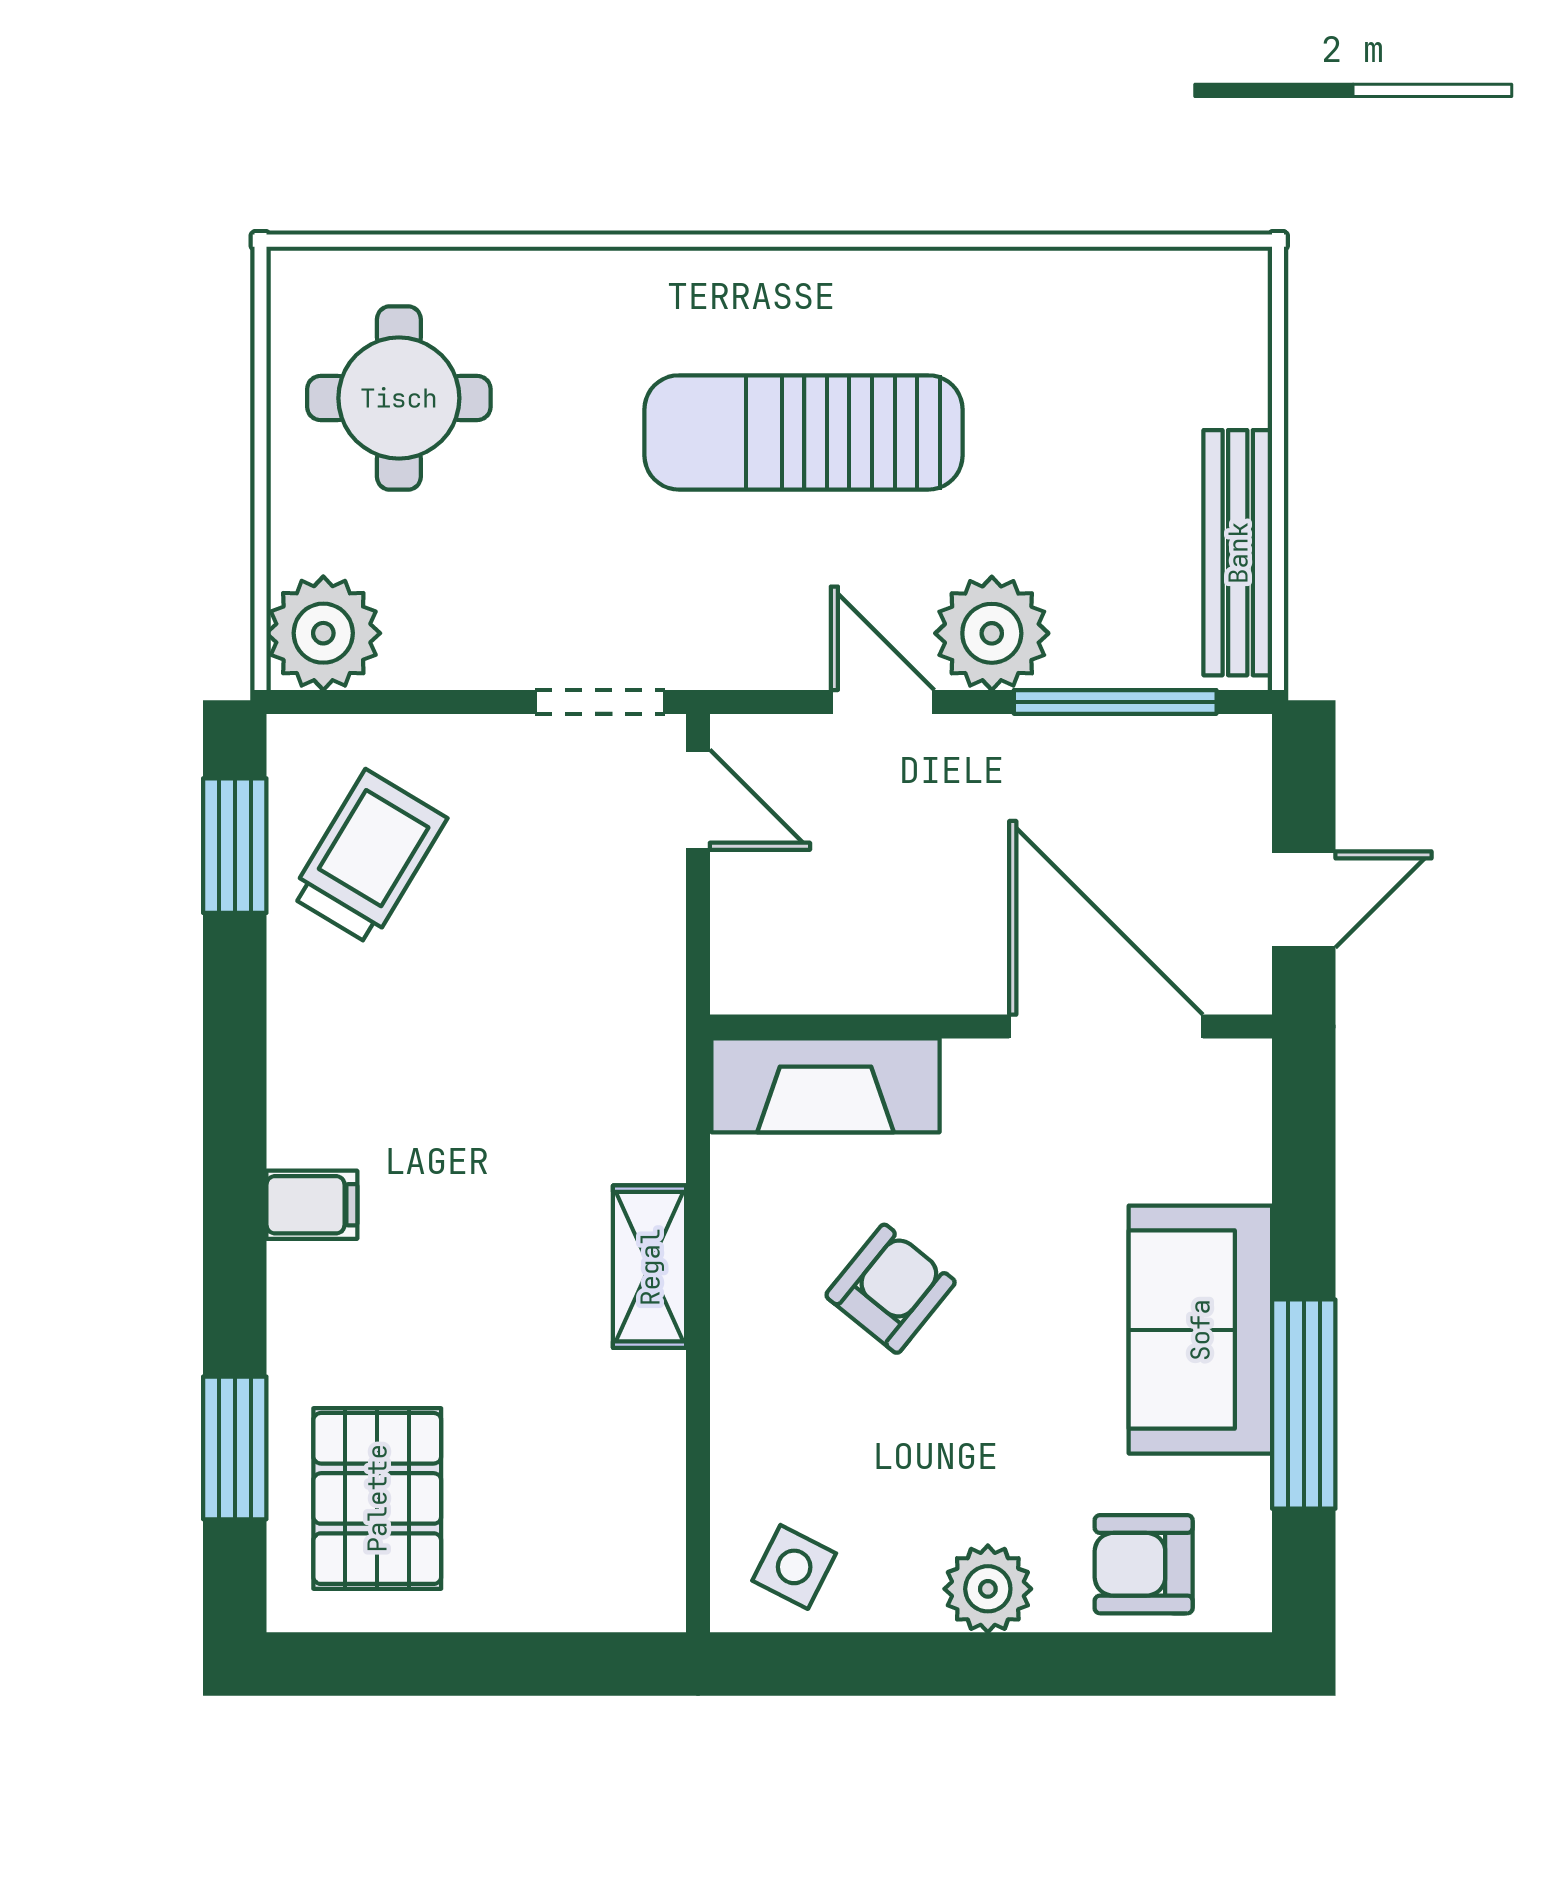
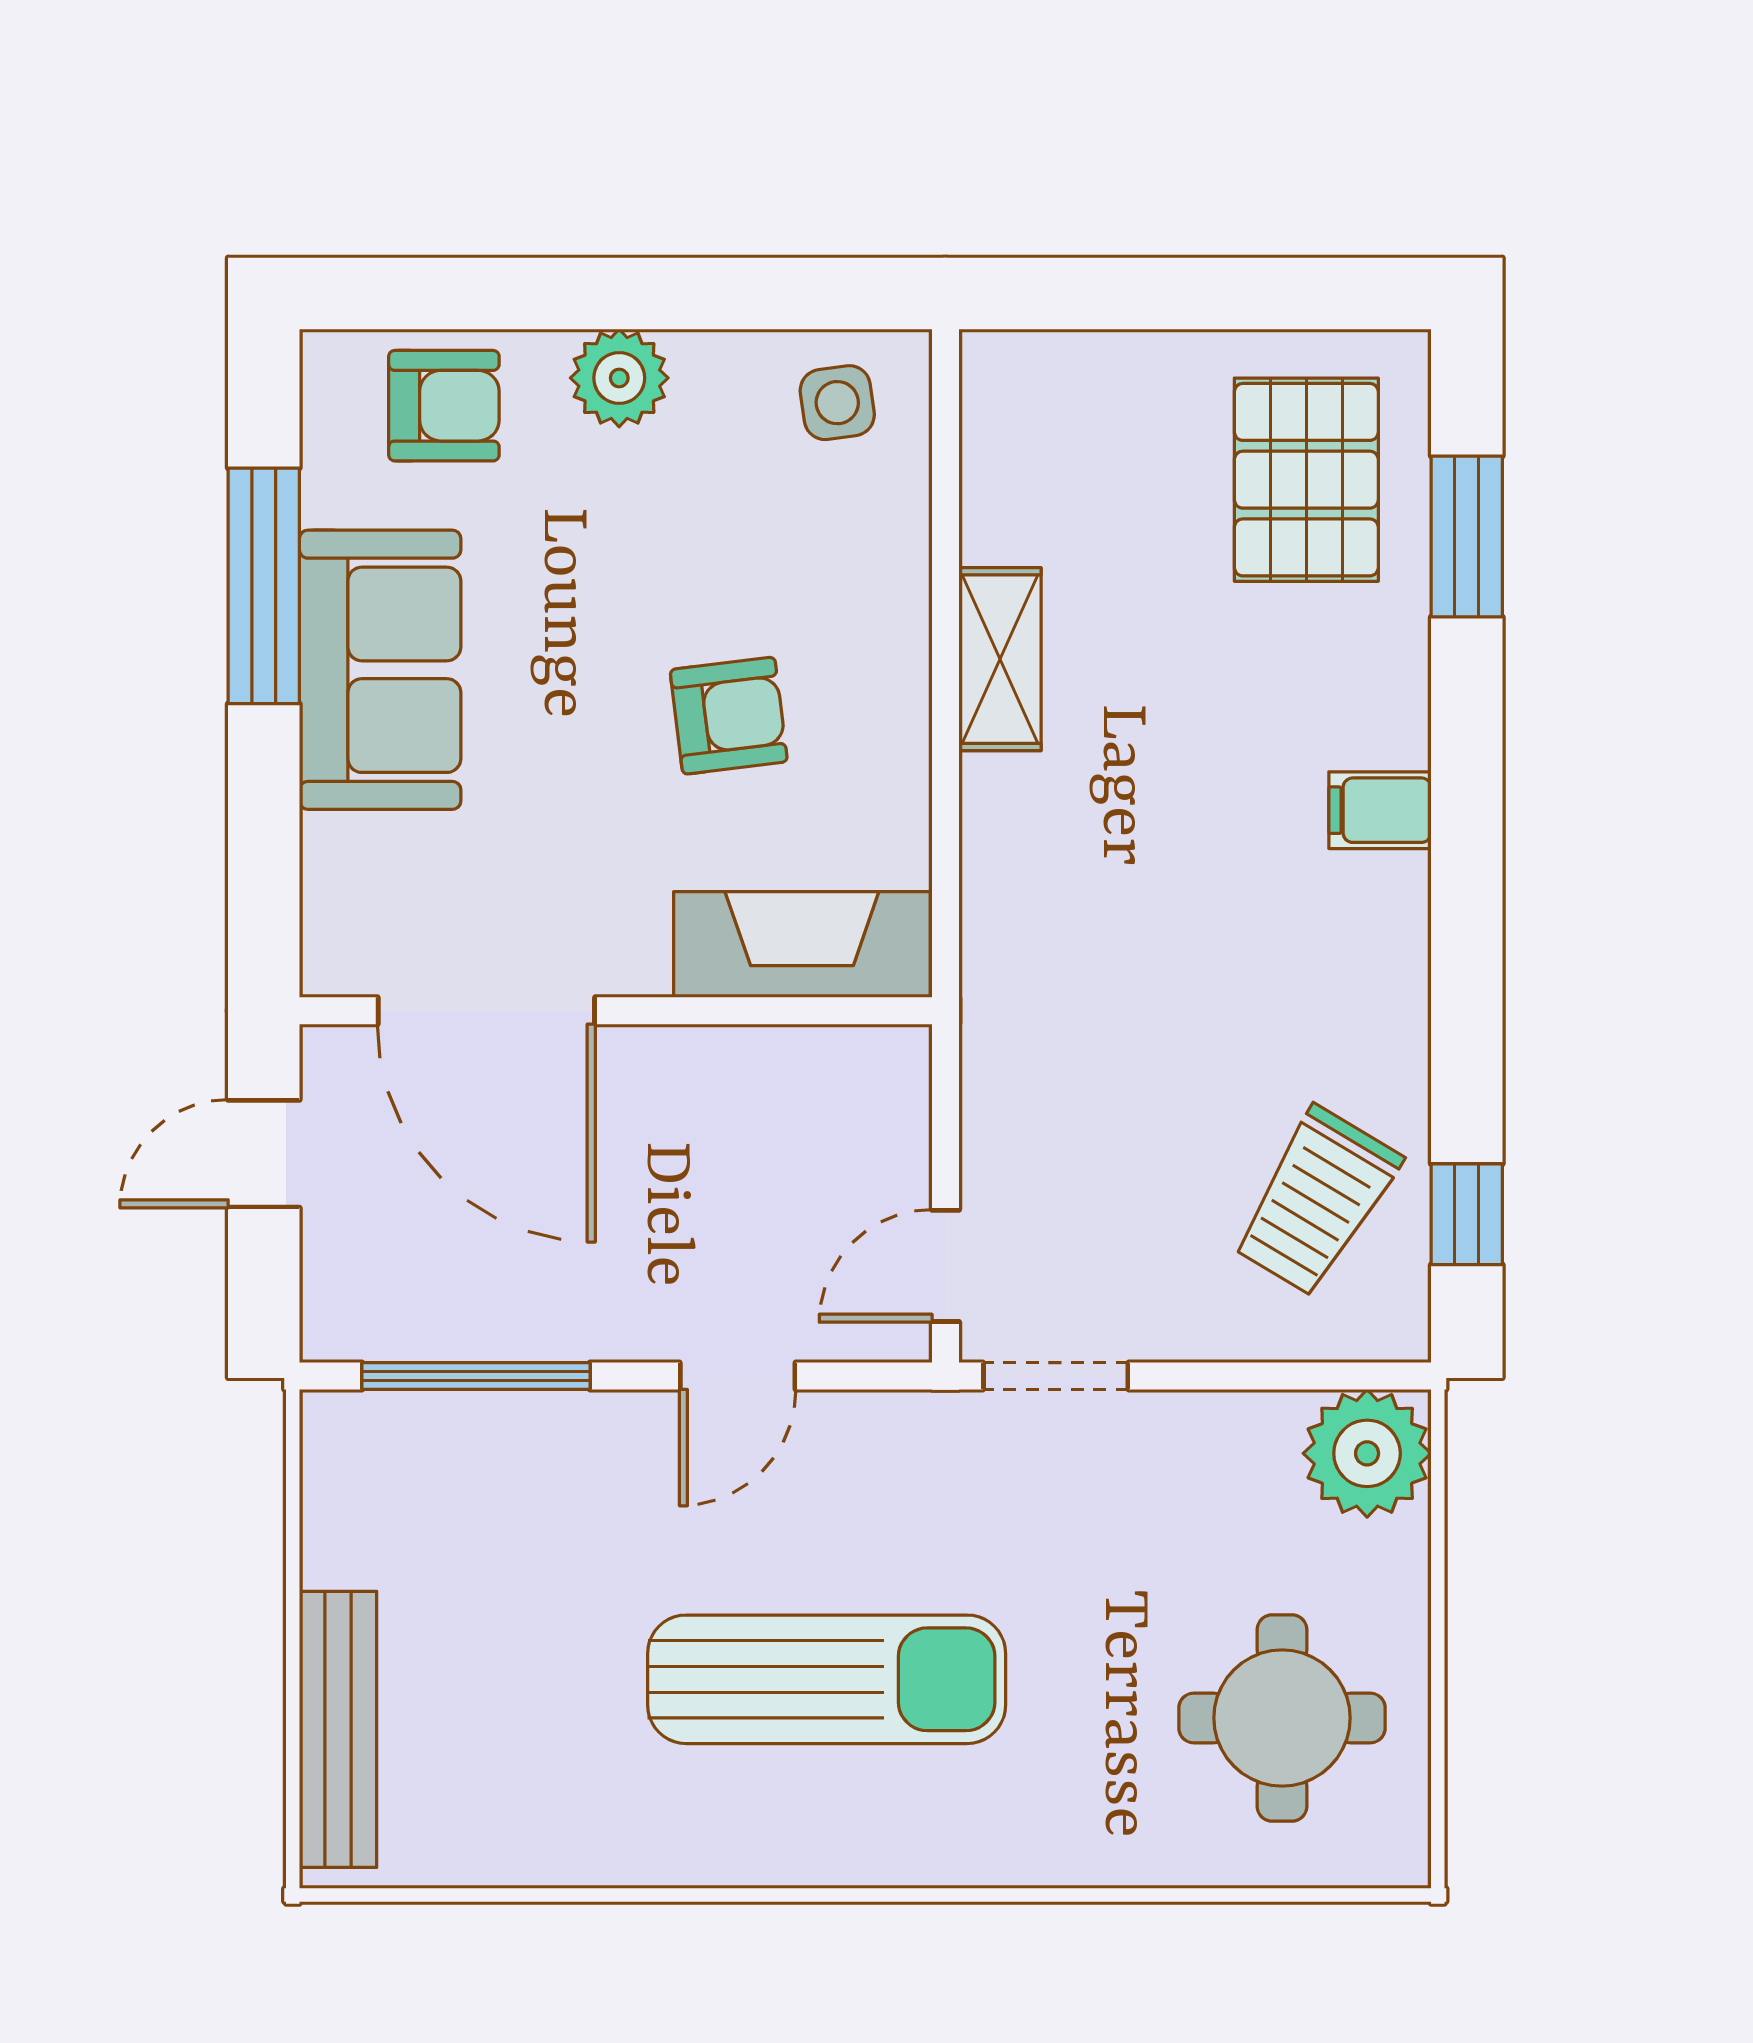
bench: (1238, 553) -> (338, 1729), moved
plant: (992, 633) -> (615, 1453), removed
door: (883, 702) -> (738, 1376), hinge flipped
door: (698, 800) -> (945, 1266), hinge flipped
window: (235, 846) -> (1467, 1214), width x0.67
shelving: (650, 1267) -> (1000, 659), moved
armchair: (891, 1289) -> (729, 716), turned -136
side table: (794, 1567) -> (837, 403), turned -35

